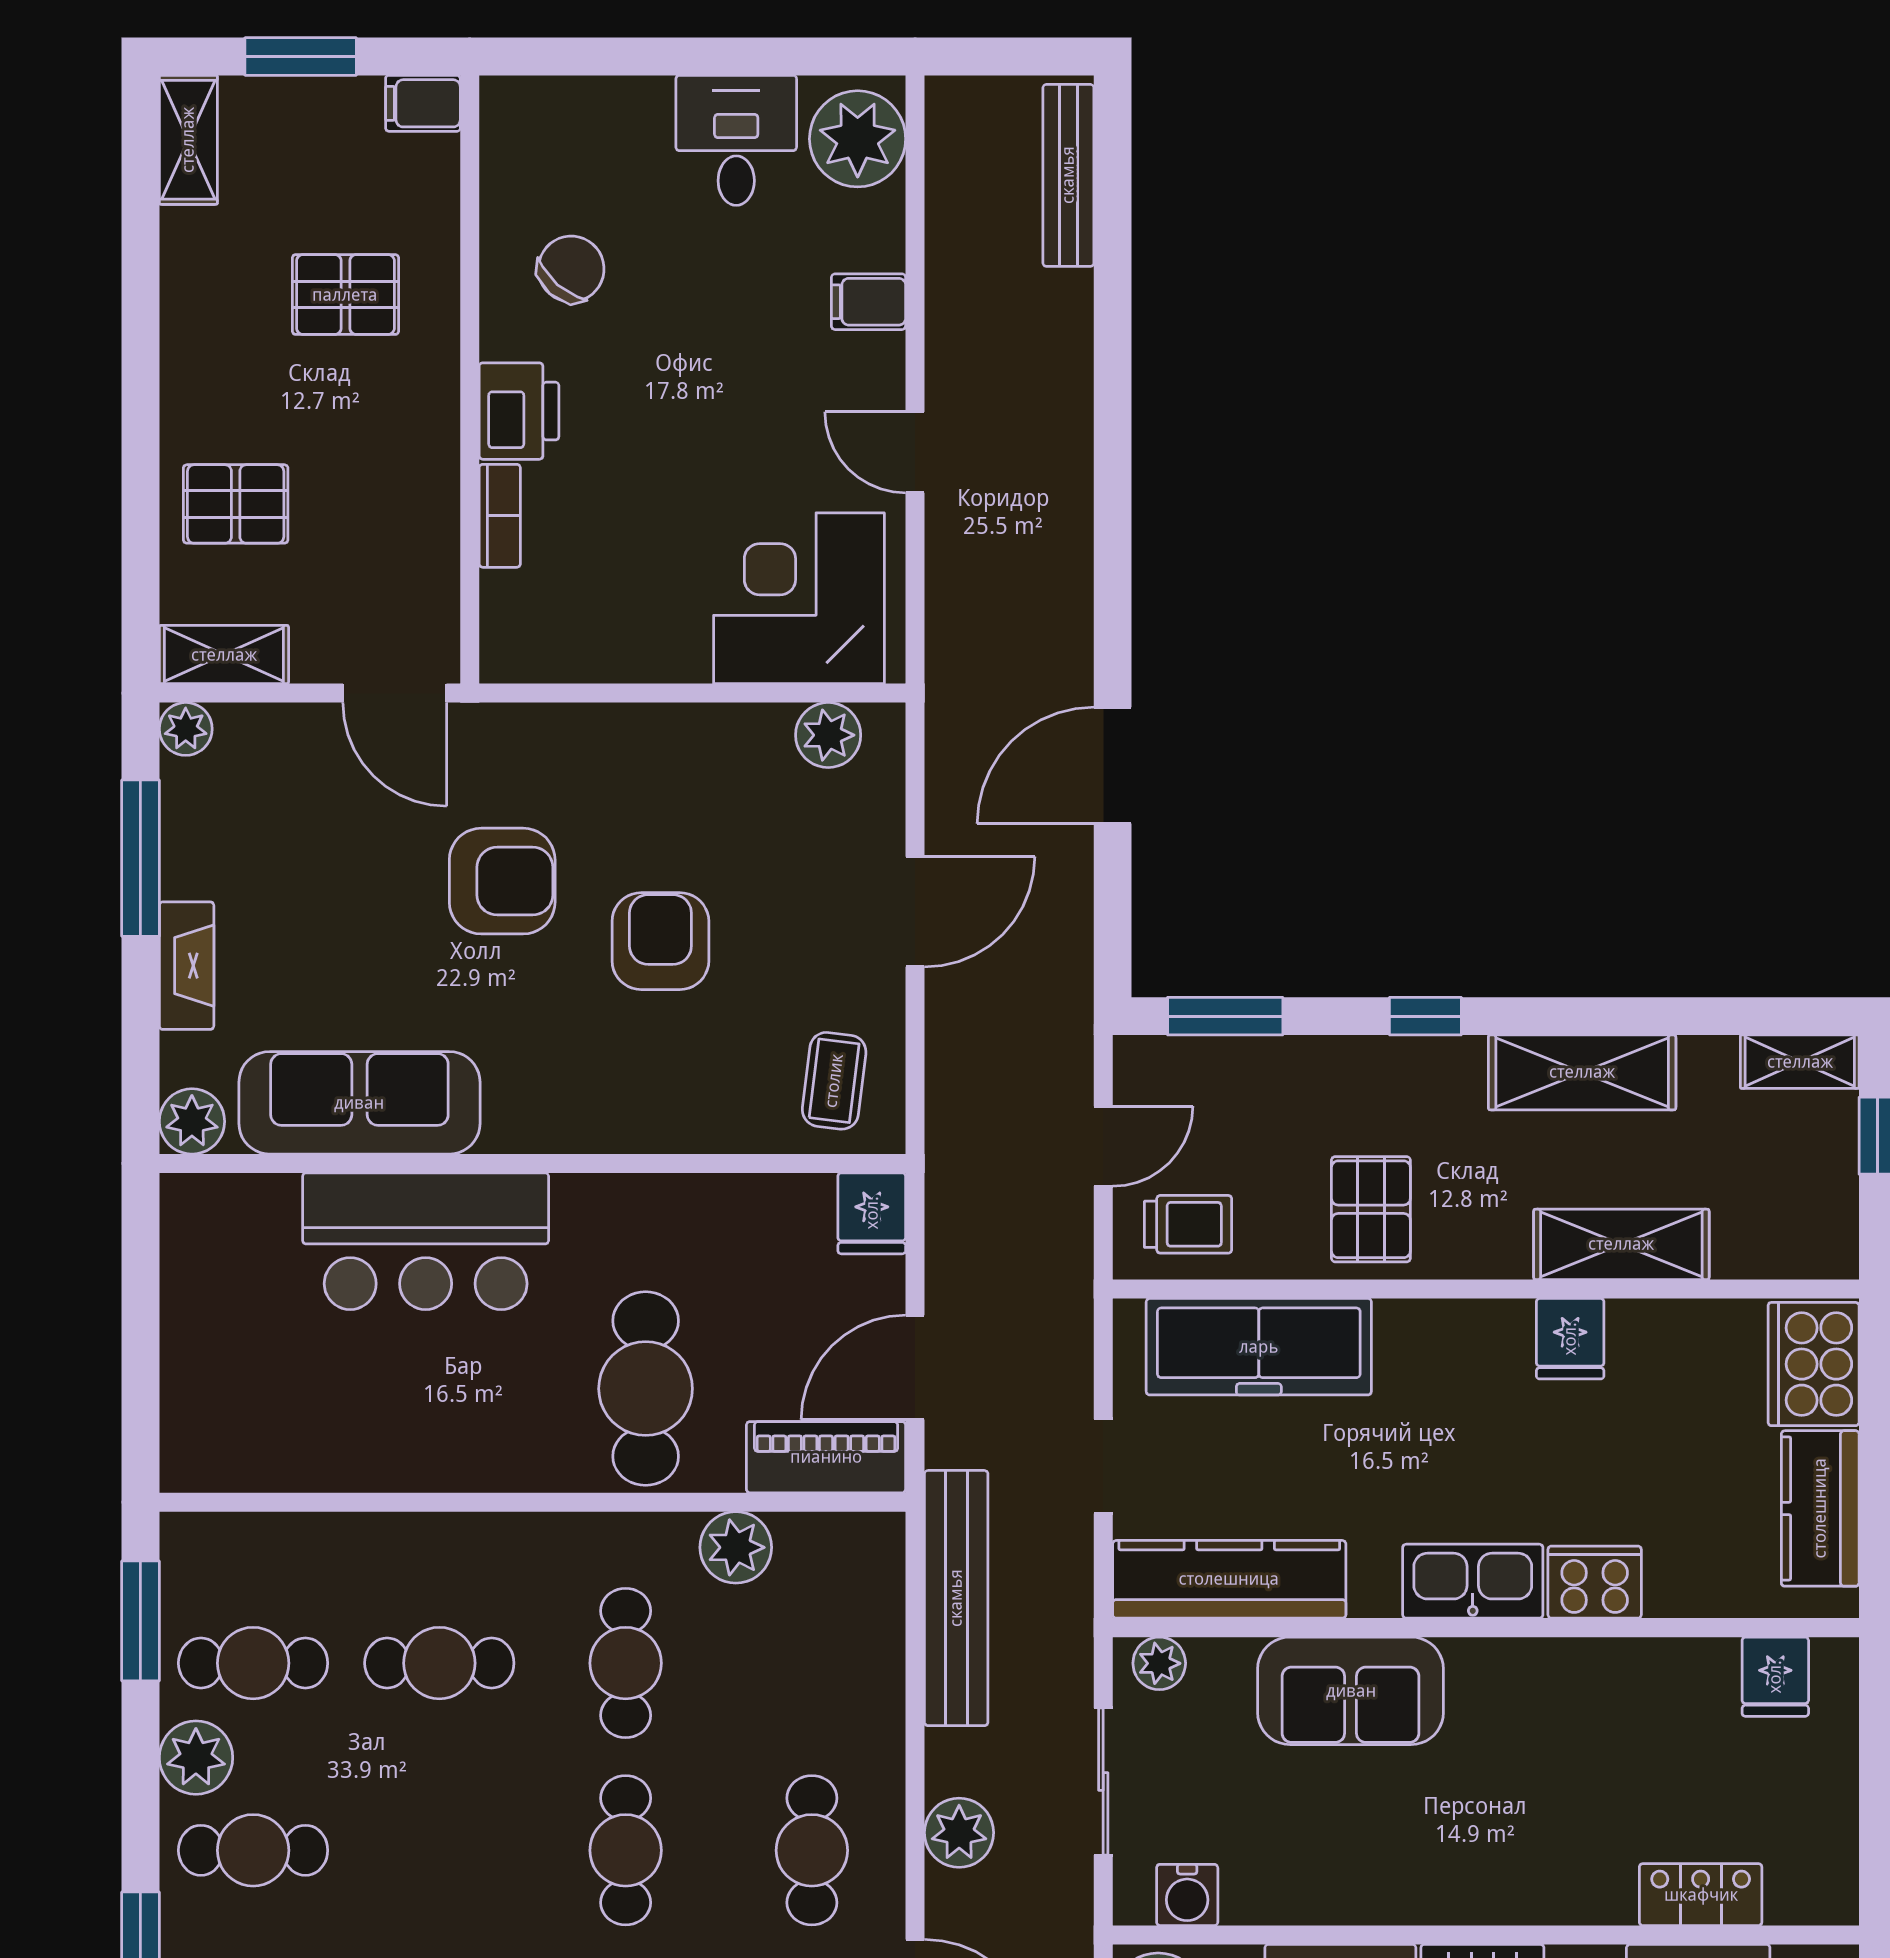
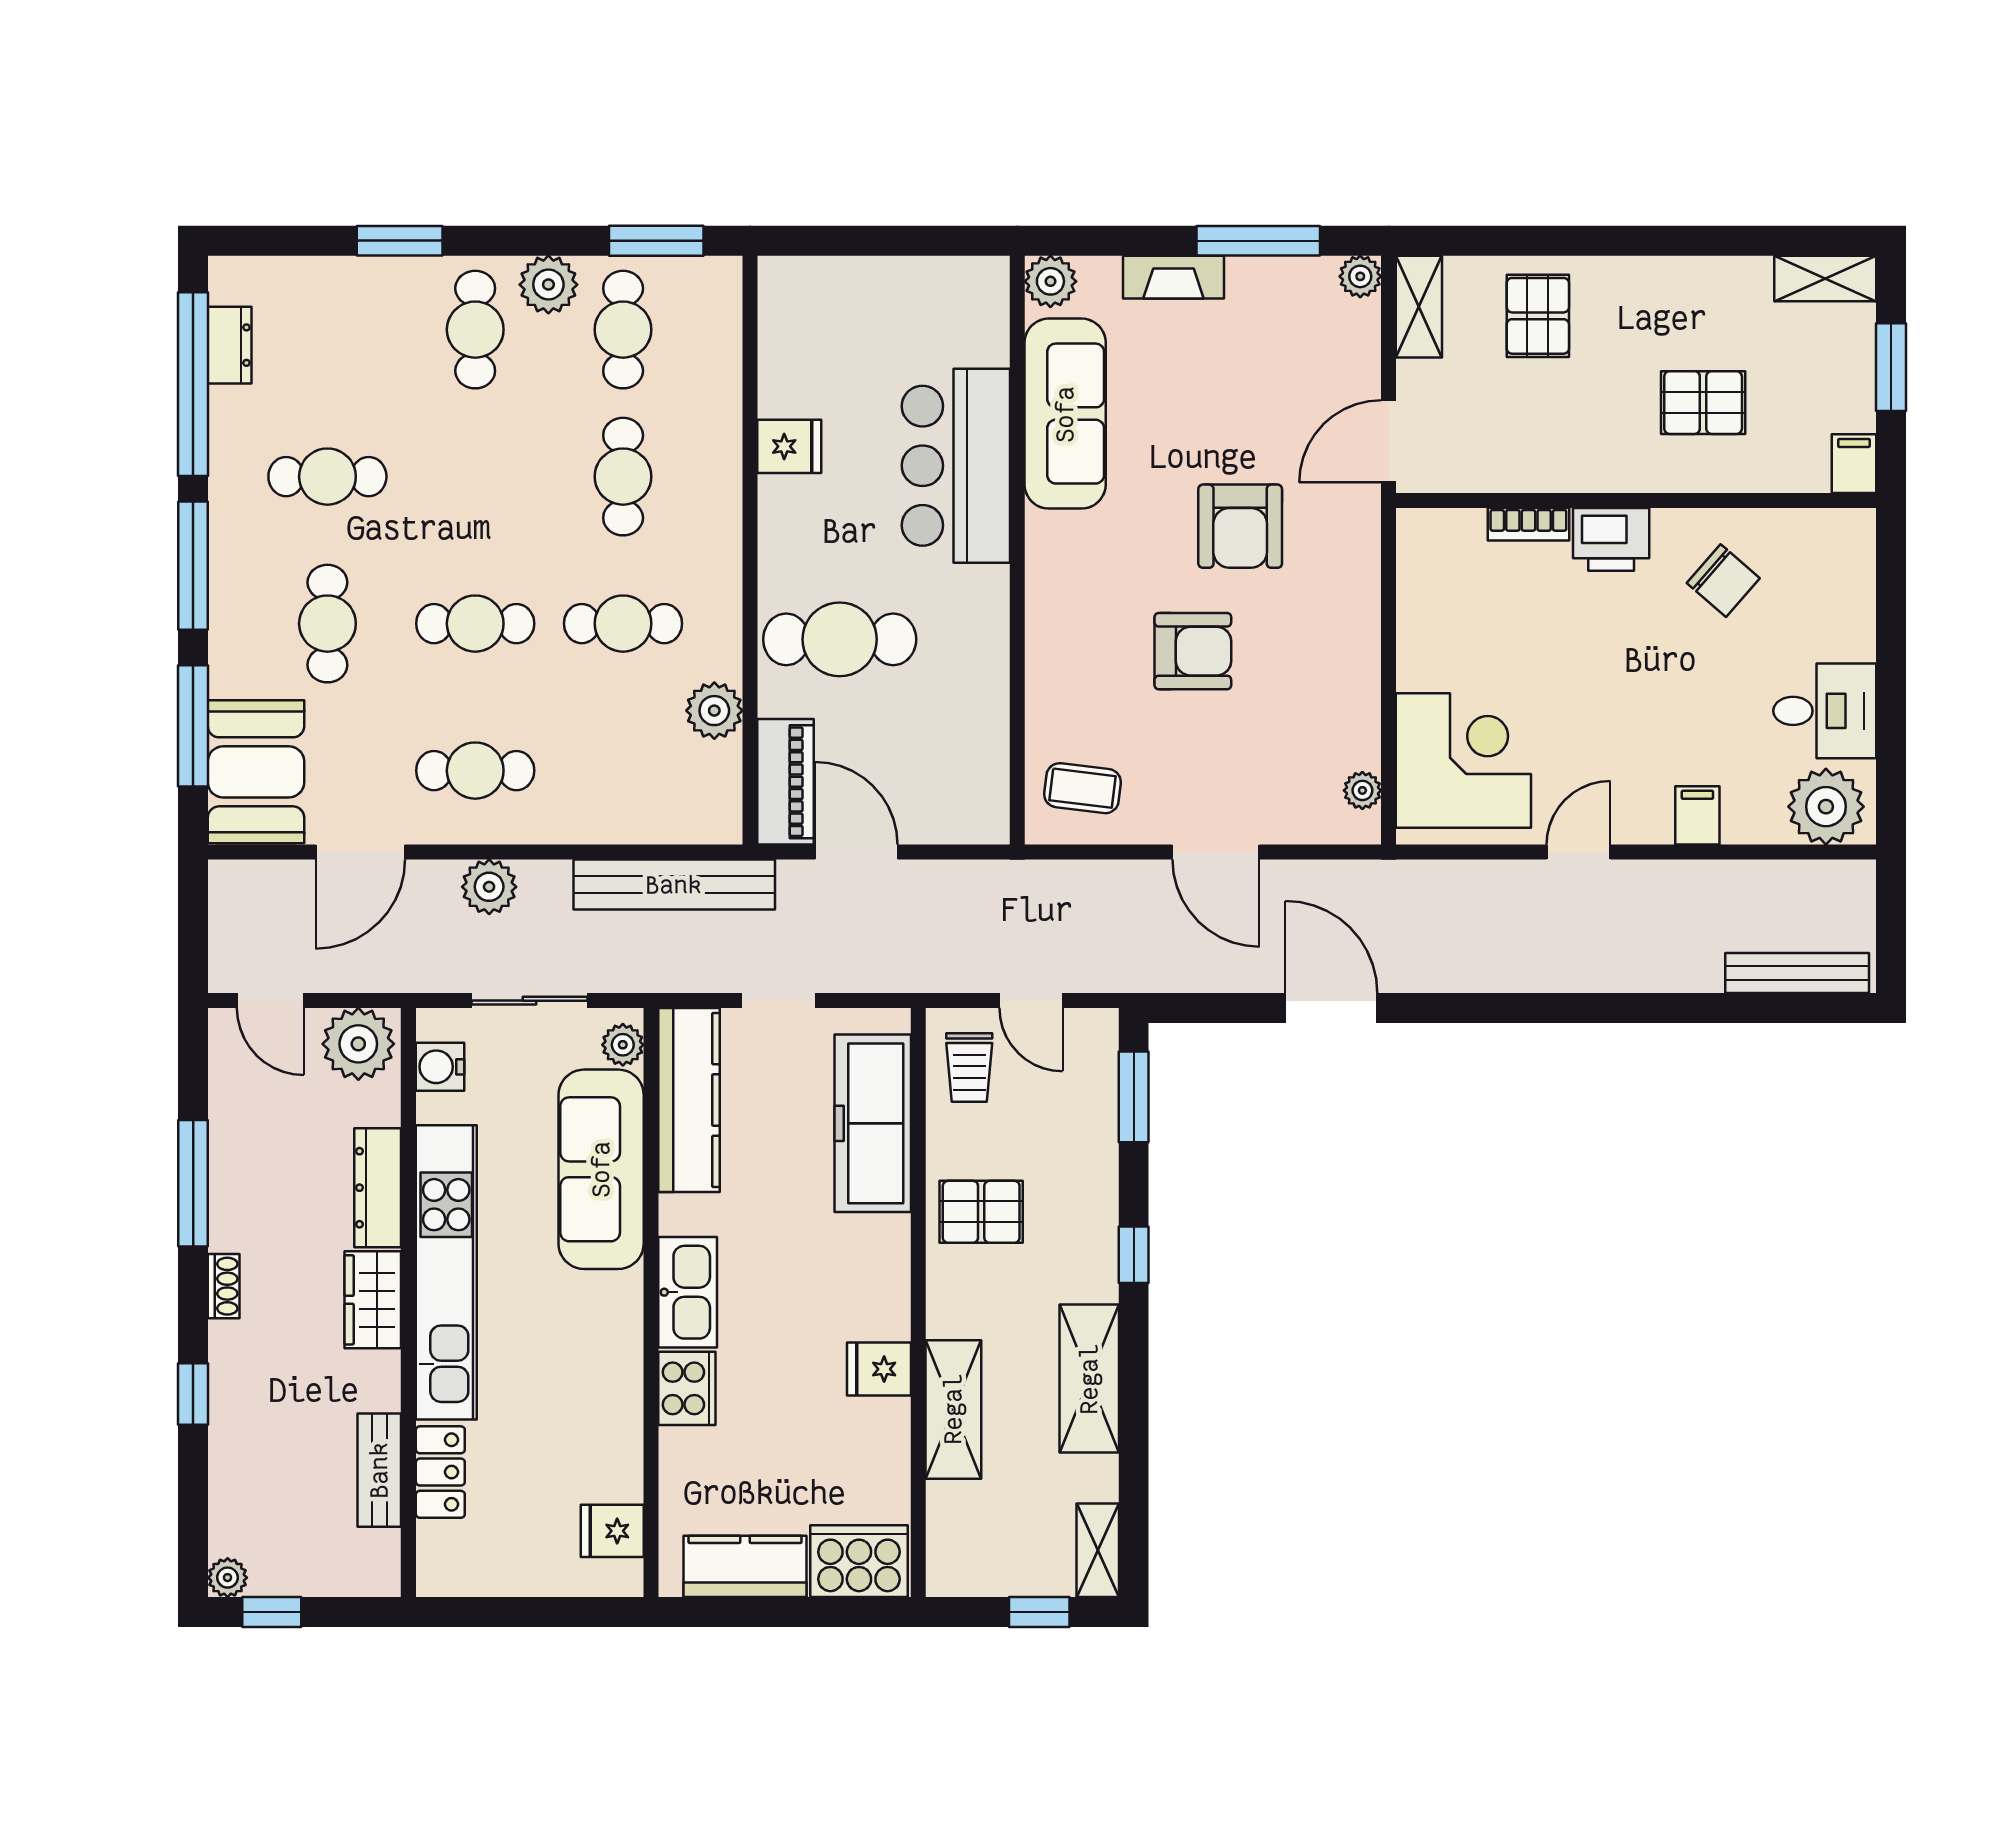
pallet: (345, 295) -> (1703, 403), turned 90
plant: (828, 735) -> (1362, 790), width x0.73, depth x0.73
fridge: (872, 1213) -> (789, 446), moved, turned 180
sofa: (1351, 1691) -> (601, 1169), width x1.36
kitchen unit: (1448, 1887) -> (446, 1272), added

